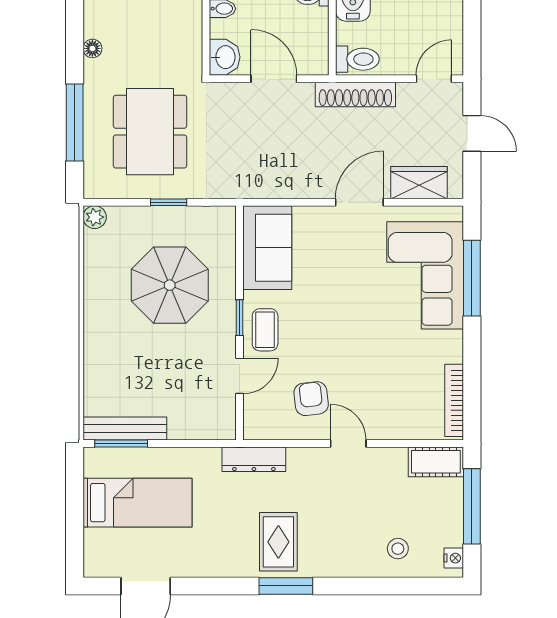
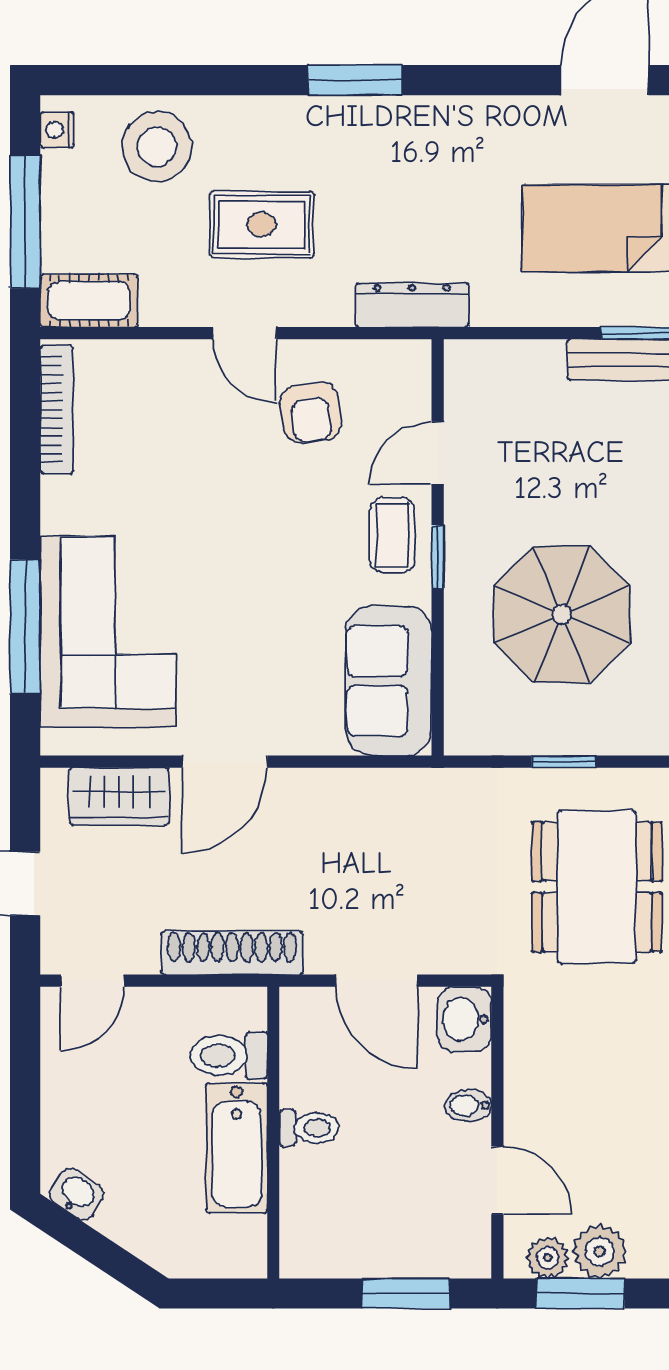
toilet: (357, 59) -> (229, 1055), moved
rug: (278, 542) -> (262, 224), moved, turned 90
stool: (398, 549) -> (157, 146), width x1.89, depth x1.89

